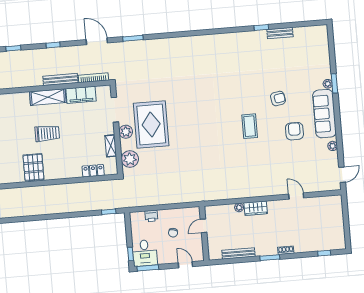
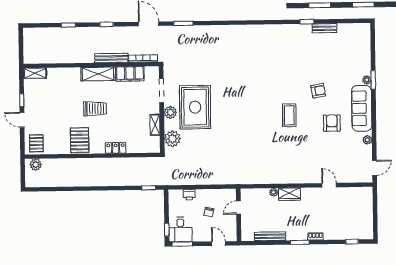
locker: (93, 171) -> (116, 148), moved

